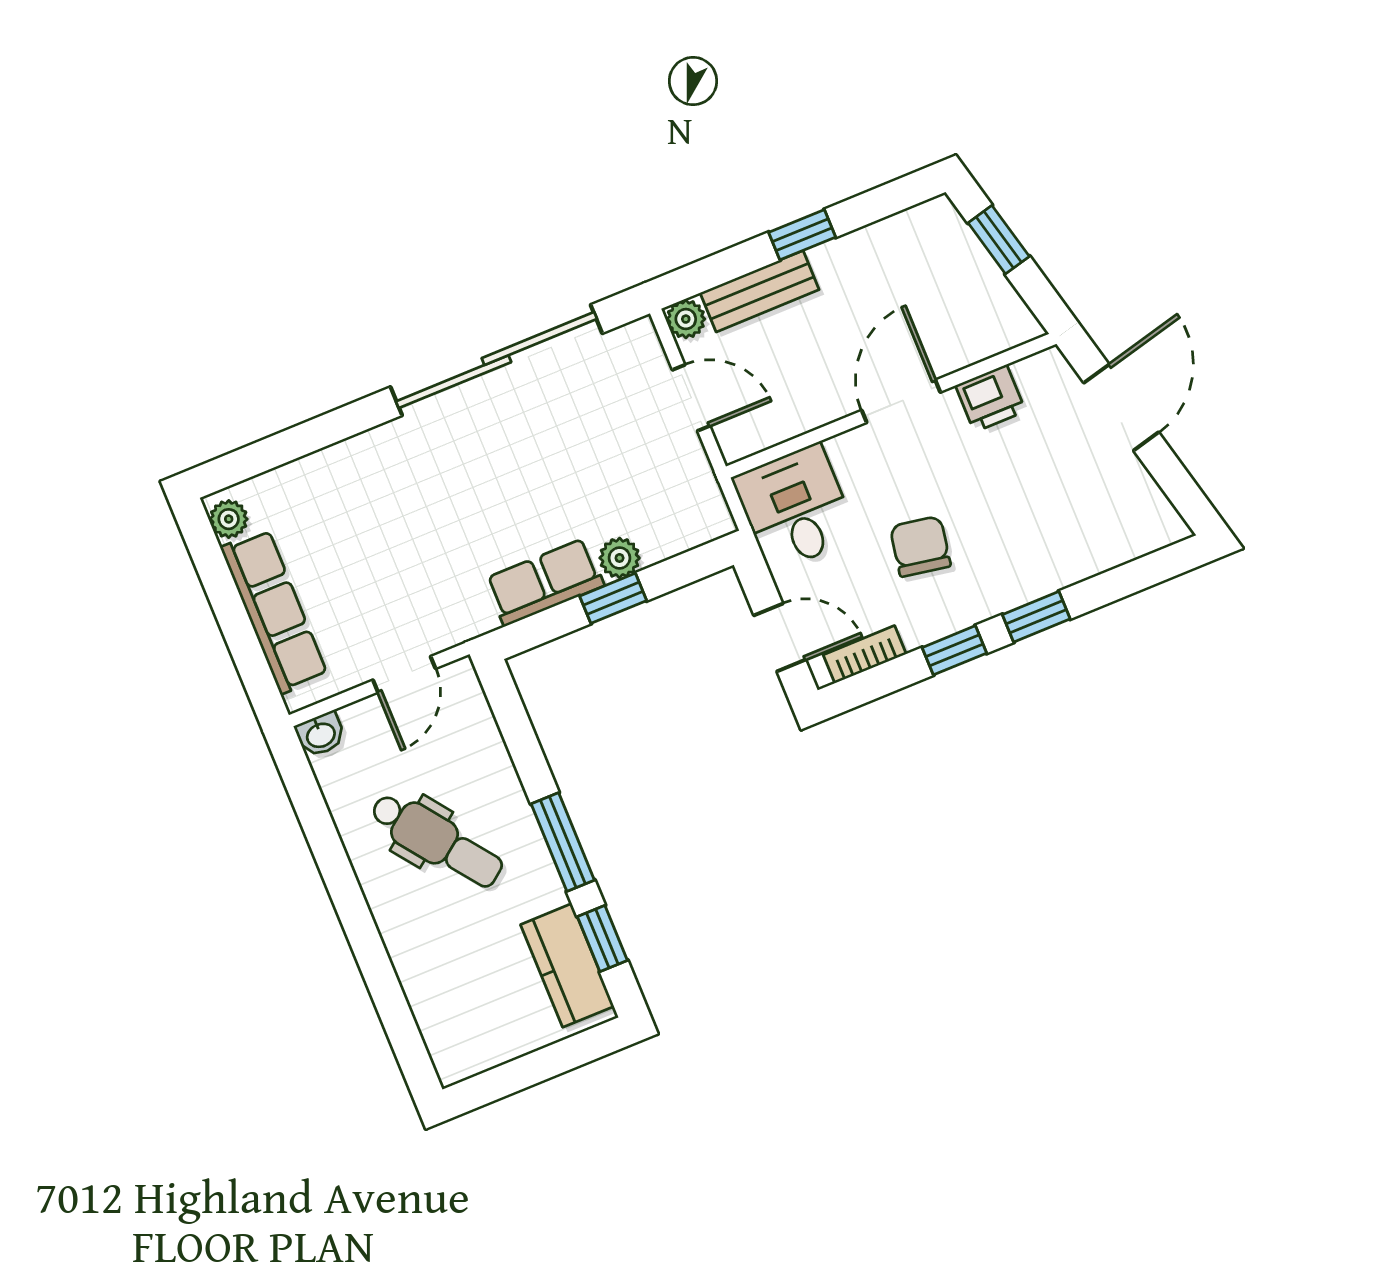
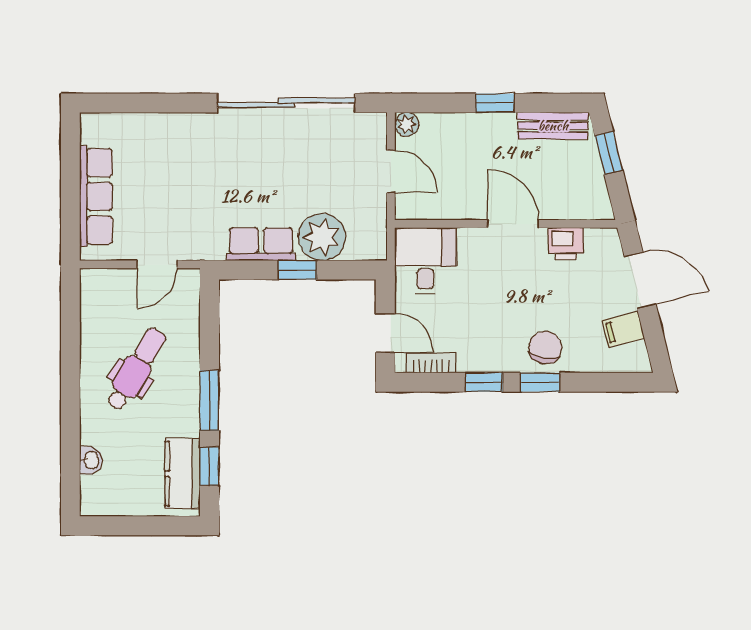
bench: (760, 291) -> (553, 126), moved
door: (901, 401) -> (513, 224), hinge flipped
door: (1121, 407) -> (640, 280), hinge flipped
filing cabinet: (1126, 489) -> (623, 329), added
plant: (229, 519) -> (92, 132), removed
chair: (920, 546) -> (545, 348), moved
plant: (620, 558) -> (322, 237), width x1.87, depth x1.87
washbasin: (321, 734) -> (91, 460), moved, turned -90
dental chair: (437, 840) -> (136, 369), turned -112

